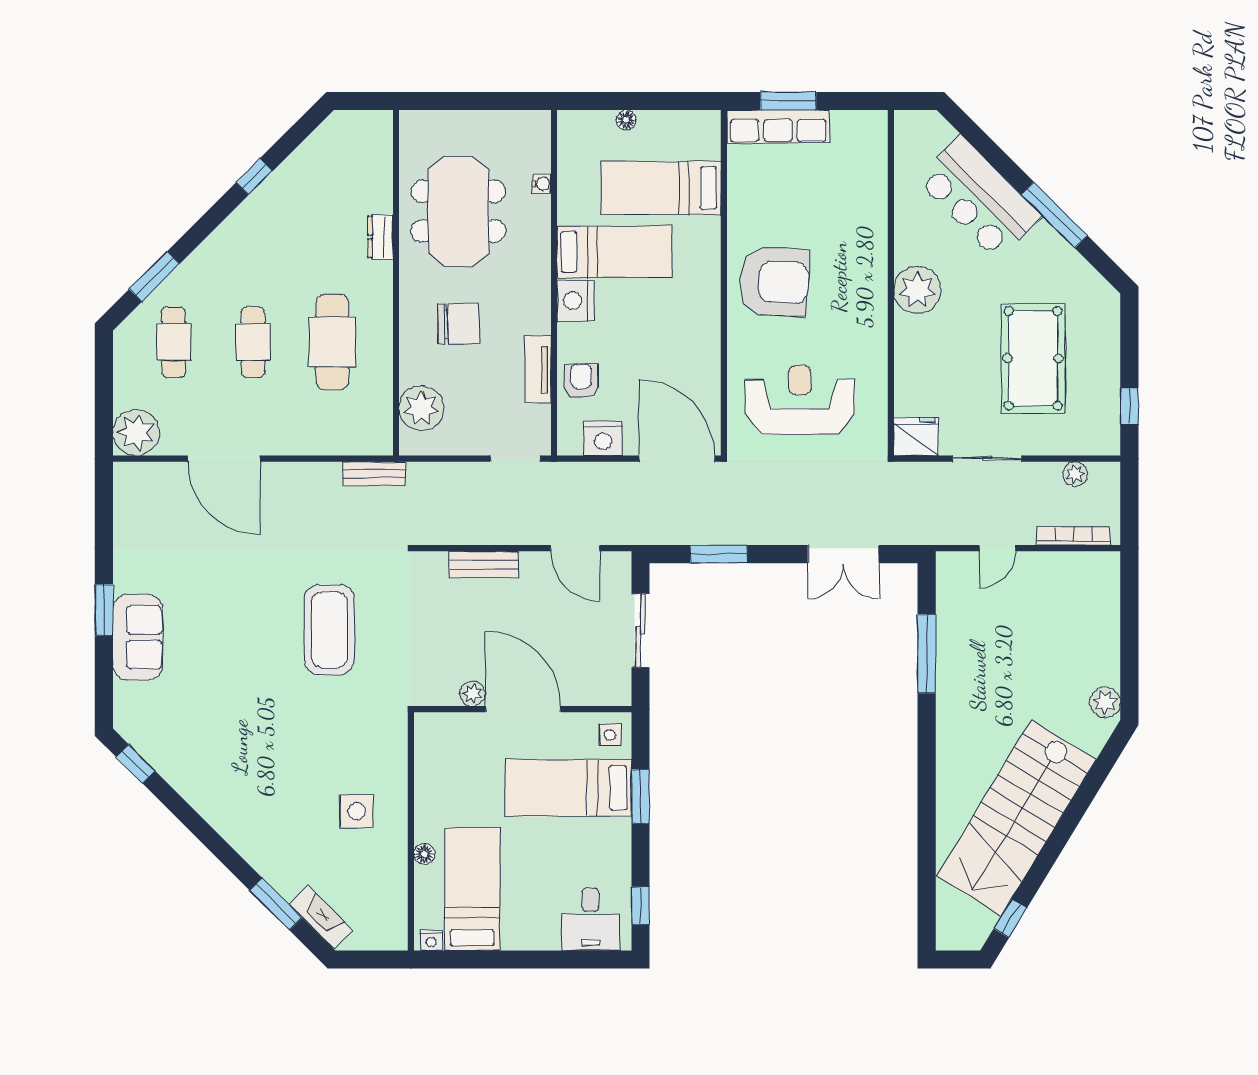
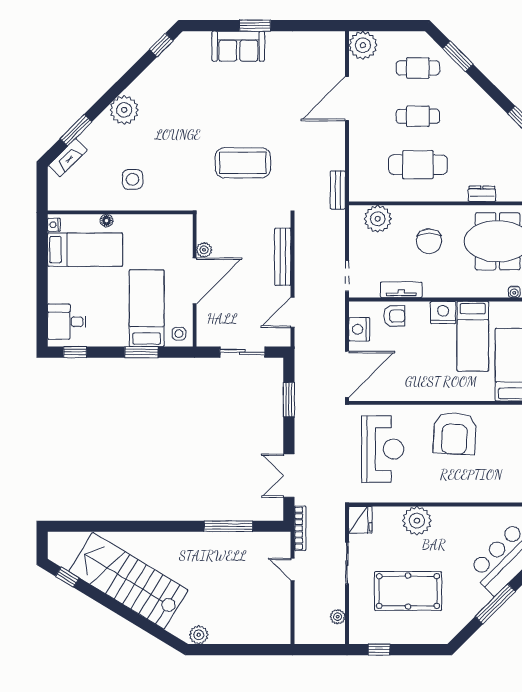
plant: (917, 290) -> (417, 521), moved
bookcase: (1073, 536) -> (300, 528), moved
bench: (484, 564) -> (283, 257), width x1.36
plant: (243, 825) -> (124, 110), added

